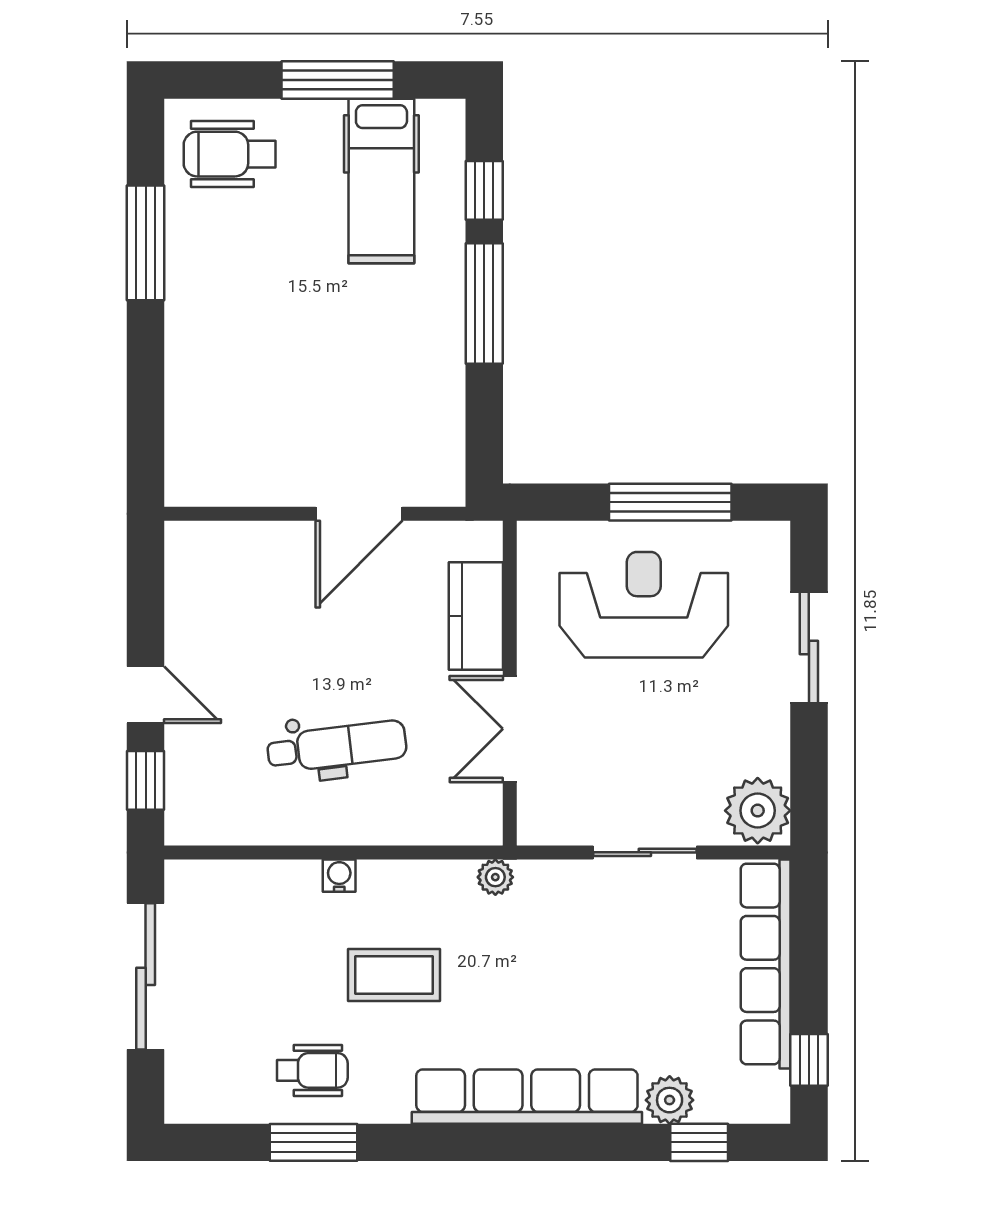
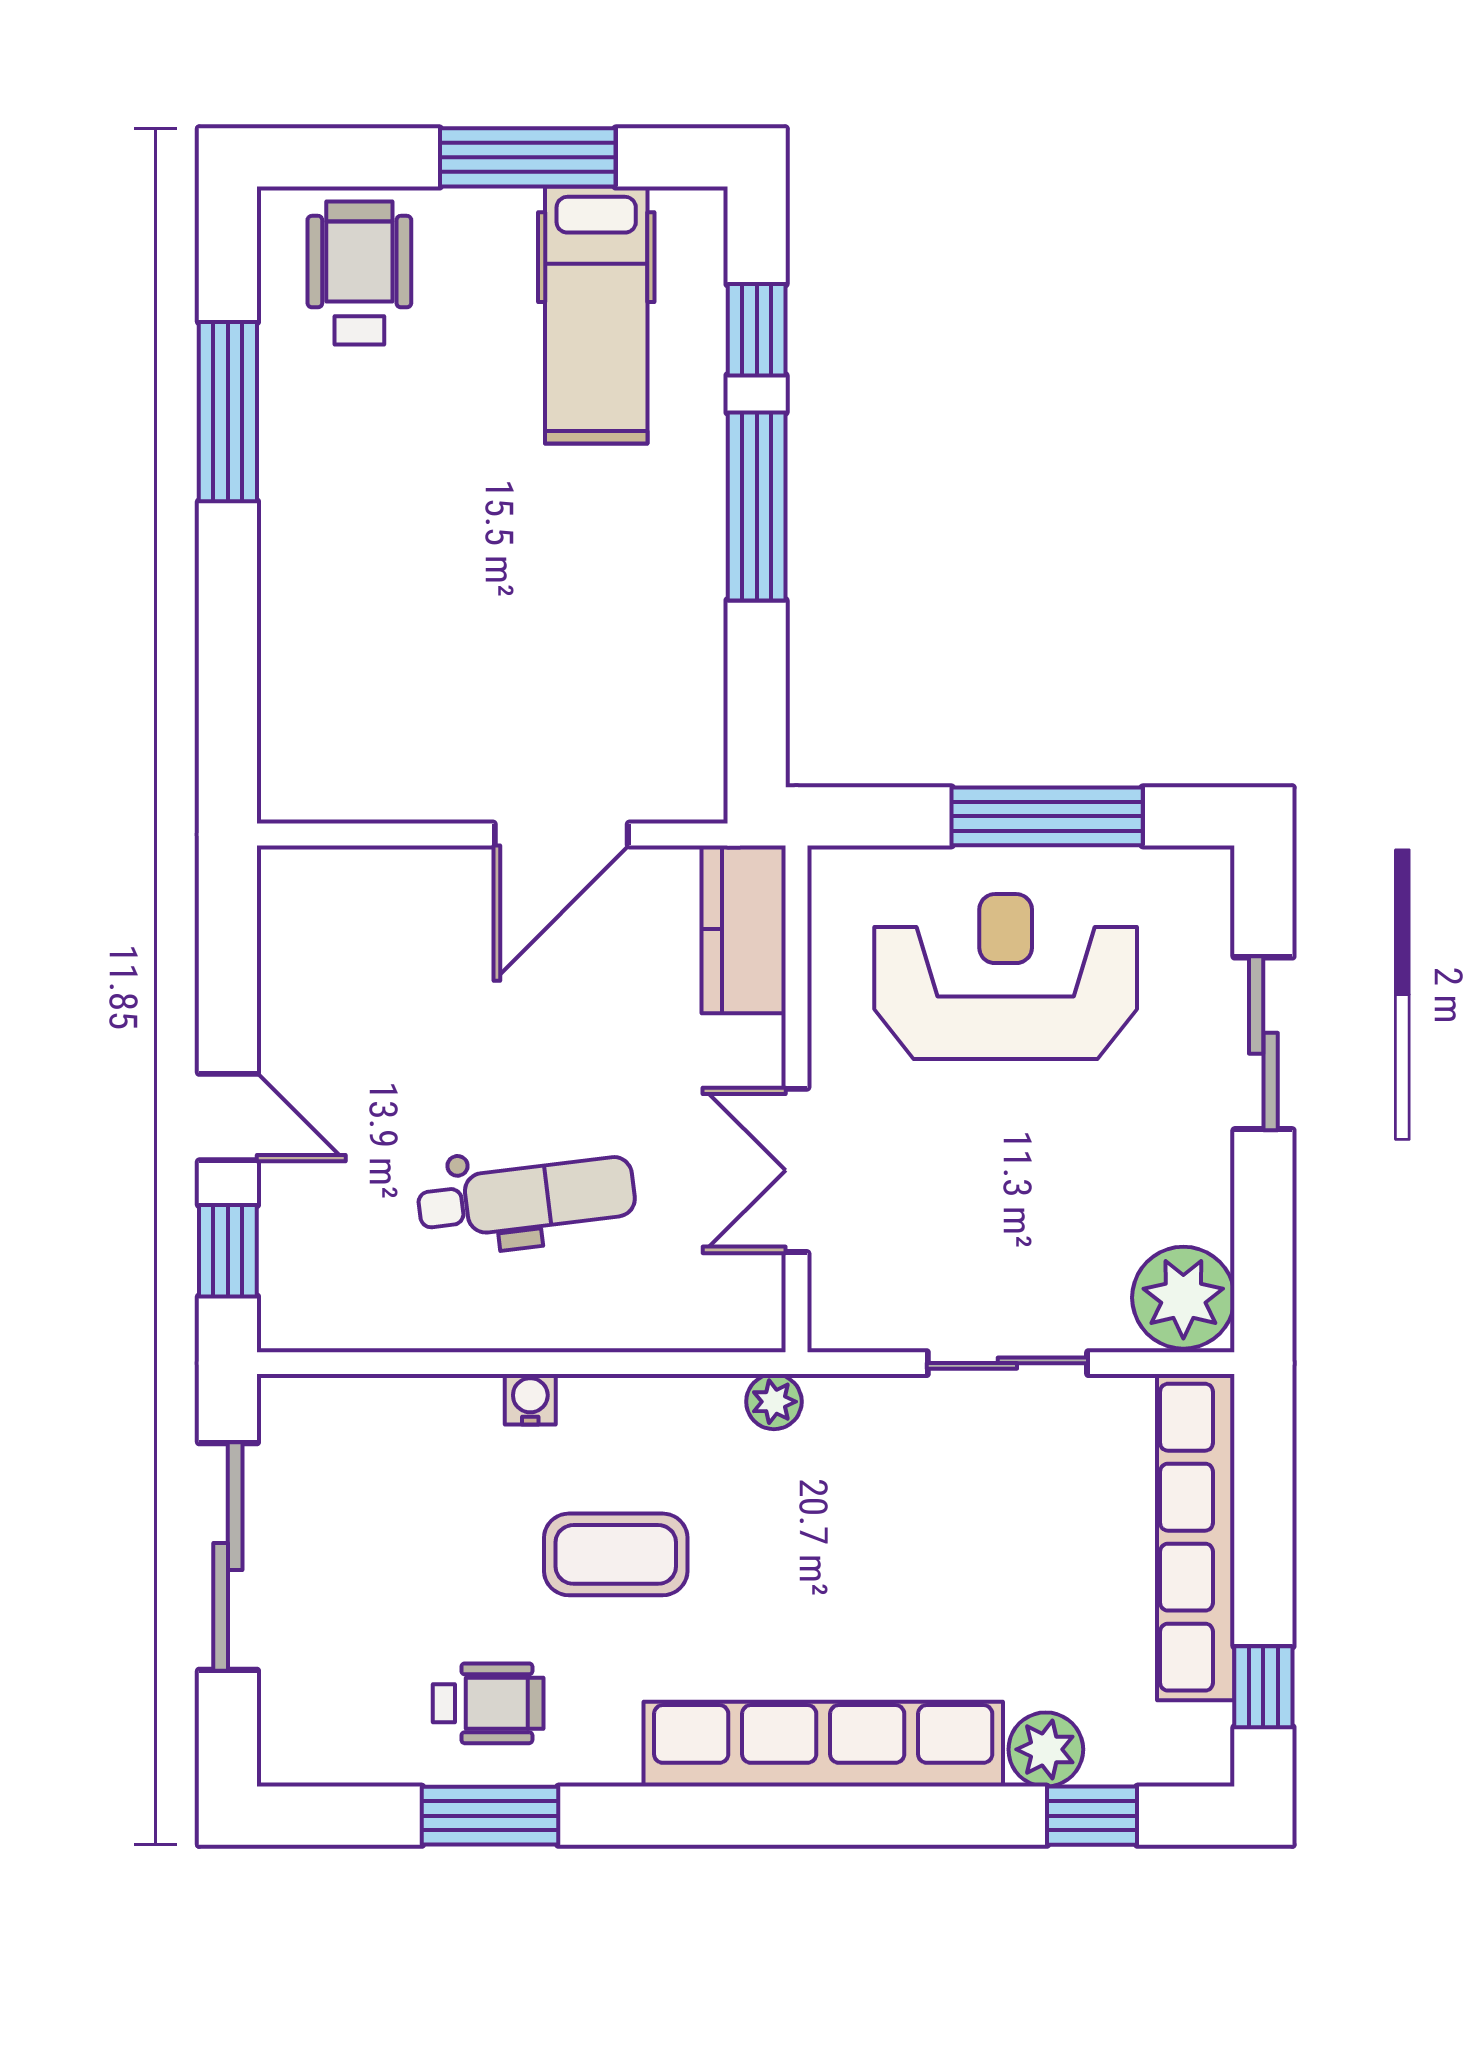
wheelchair: (230, 154) -> (359, 273), turned 90
kitchen counter: (476, 616) -> (744, 929), moved

